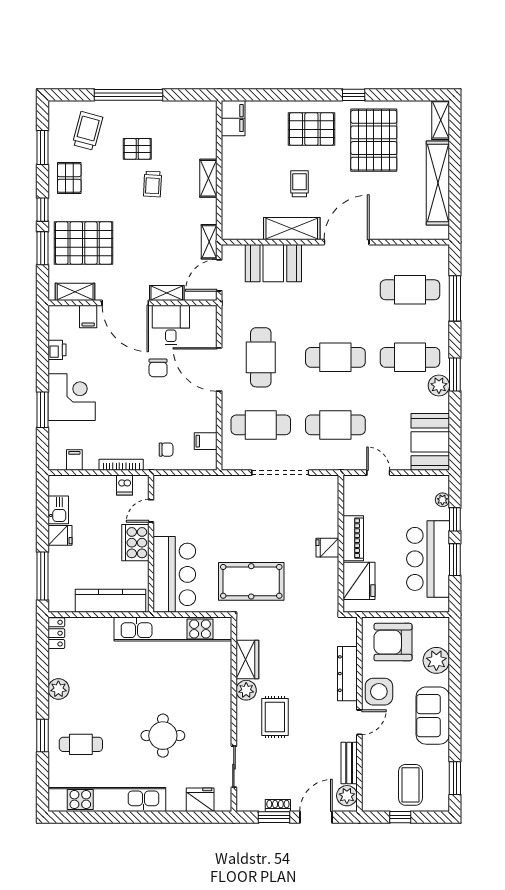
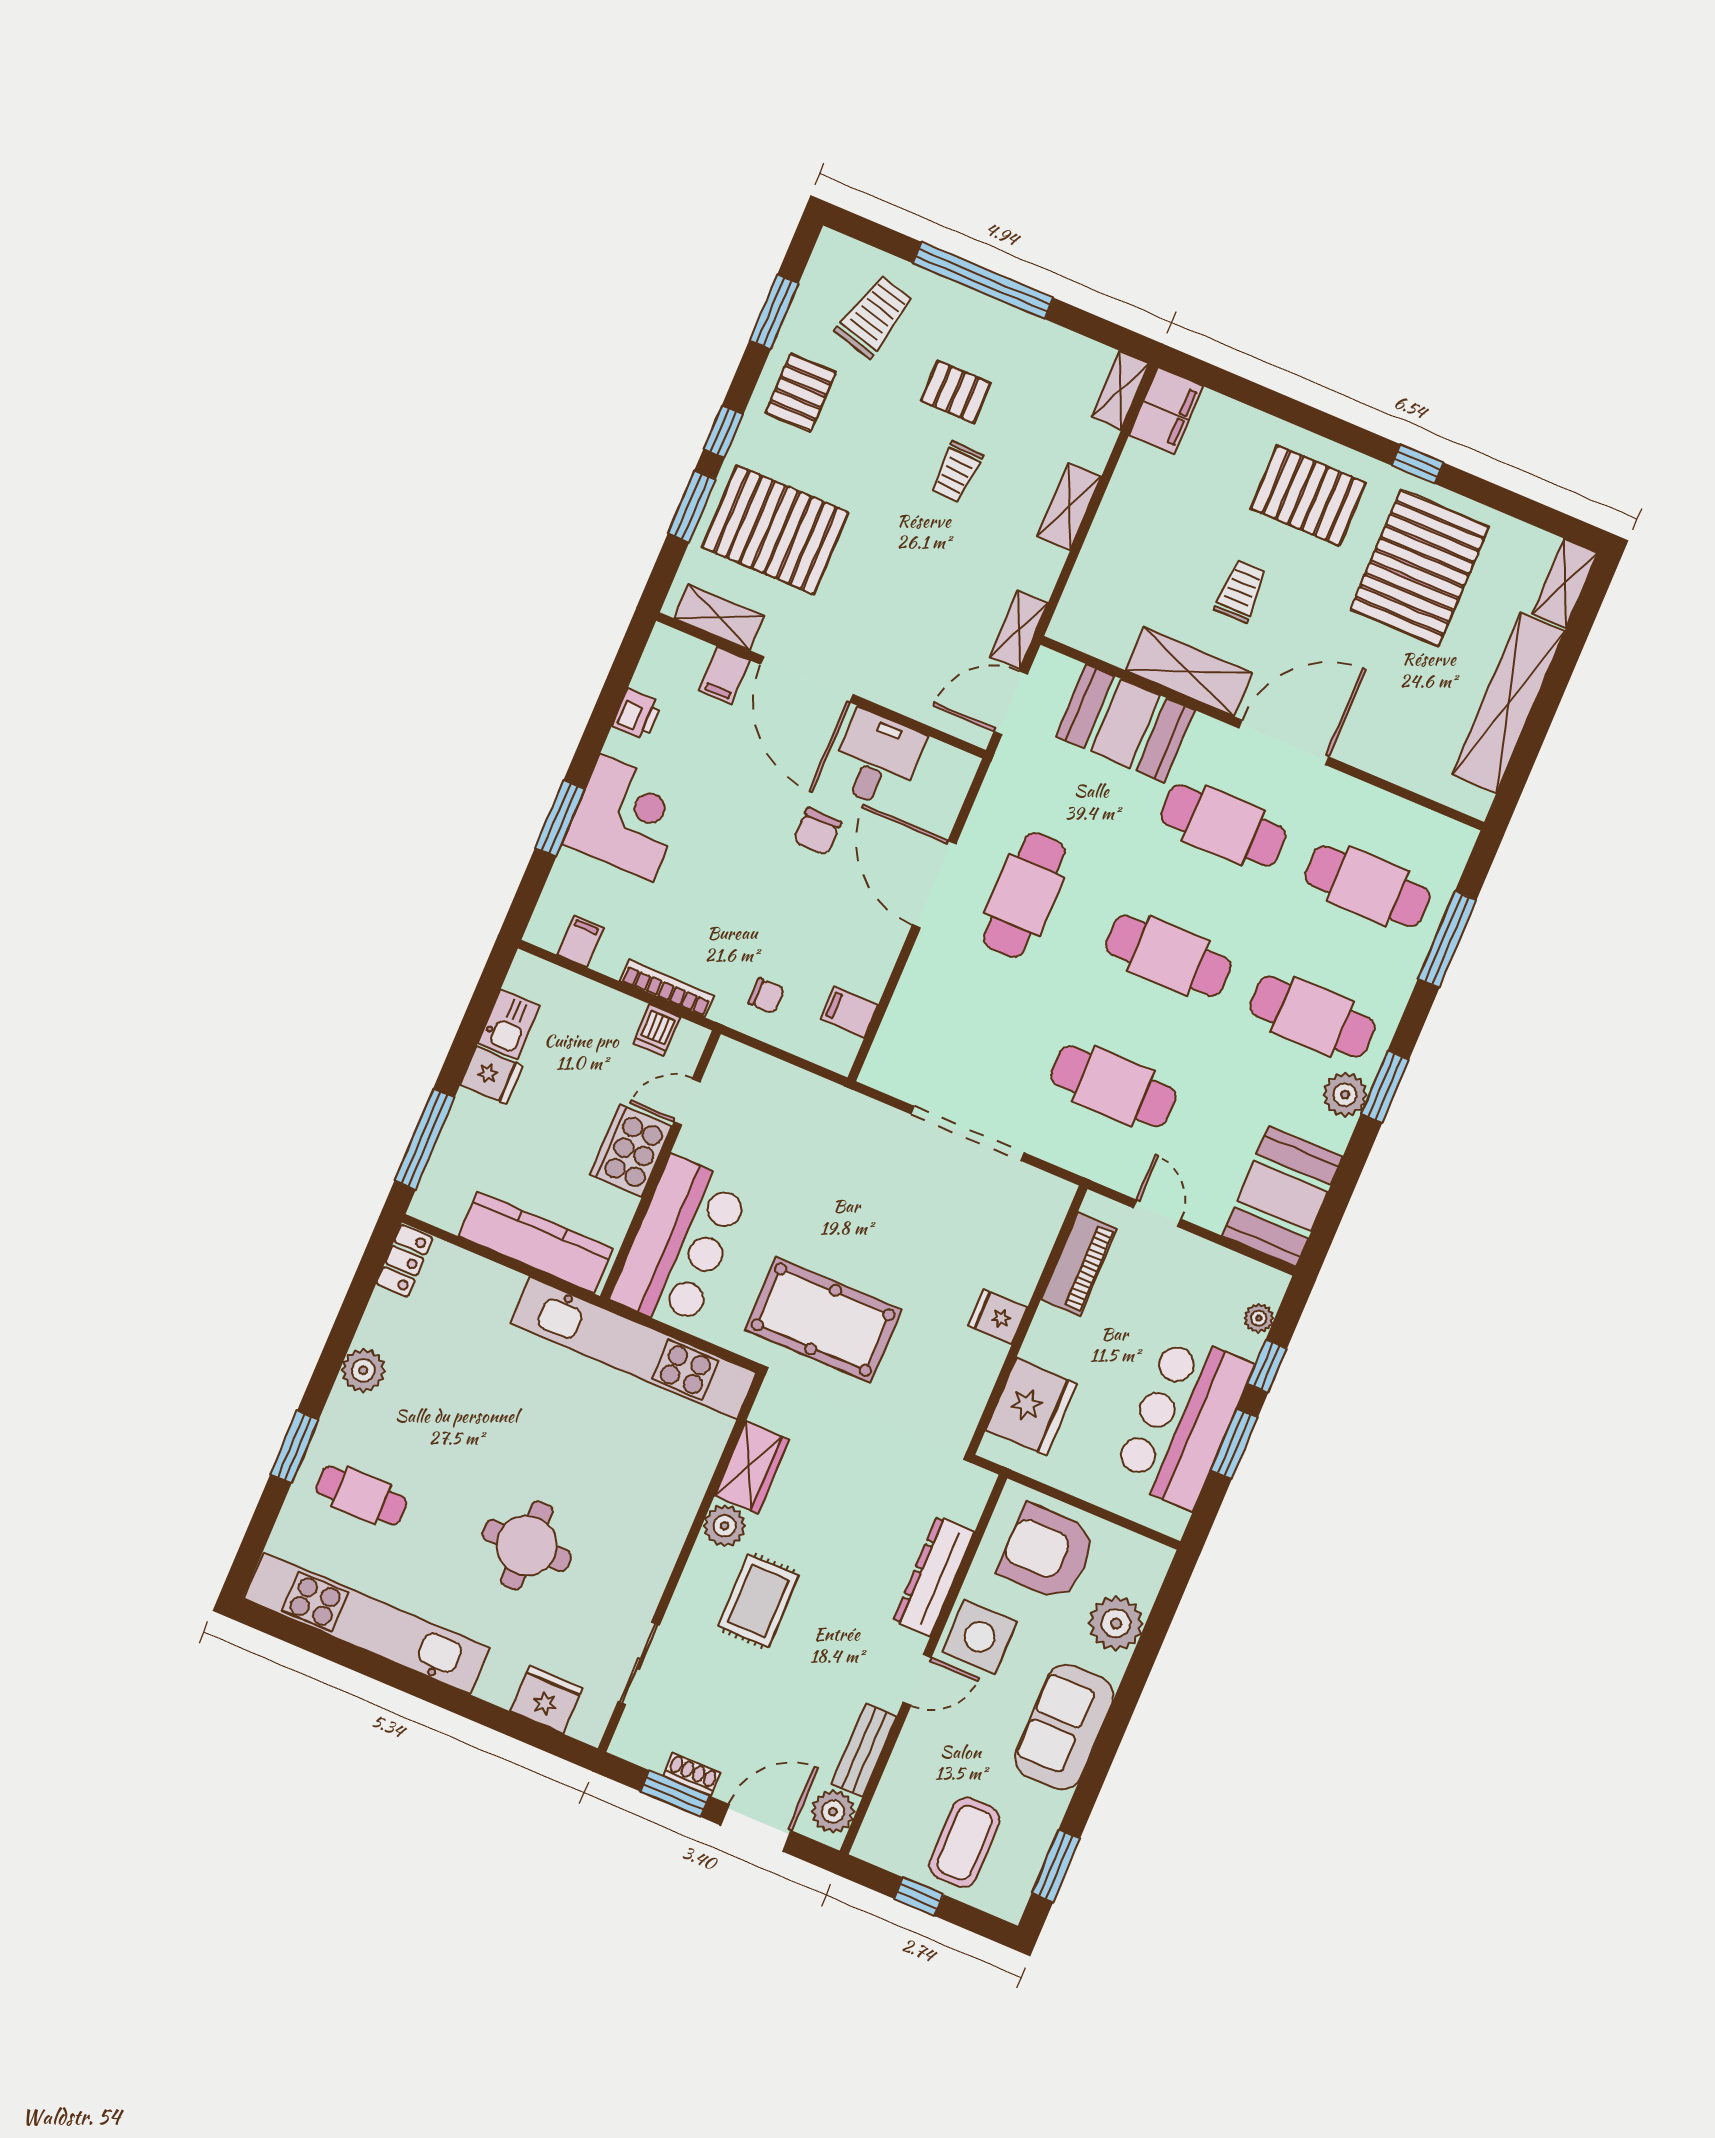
shelving: (167, 293) -> (1120, 390), moved, turned 90
cafe table: (261, 425) -> (1223, 825), moved
piano: (353, 538) -> (1079, 1264), moved

